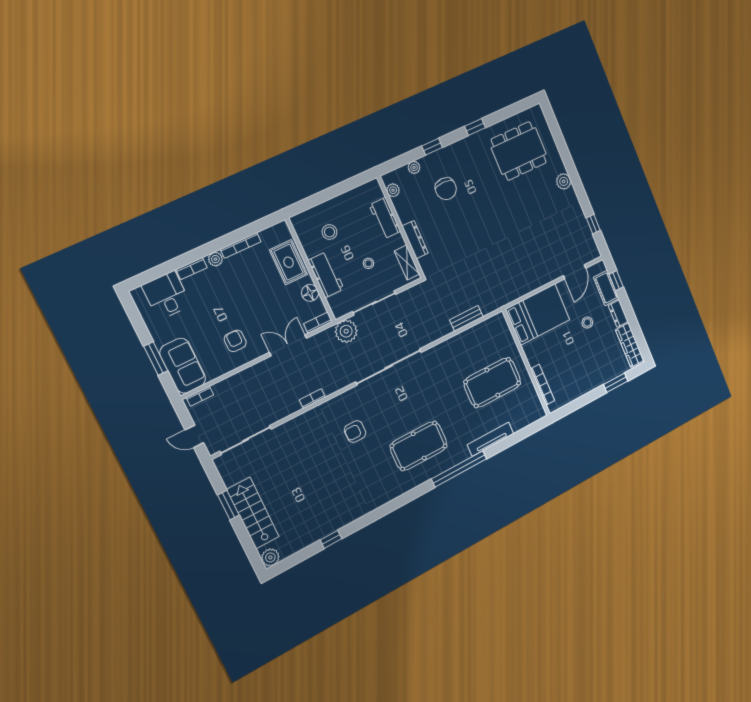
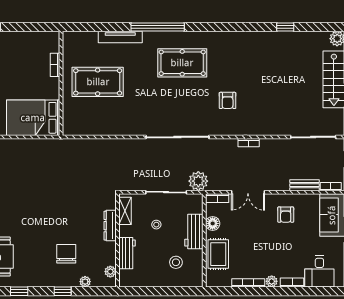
bench: (466, 318) -> (305, 185), moved
bookcase: (543, 385) -> (55, 65), width x0.64
armchair: (355, 432) -> (228, 100), turned 90

